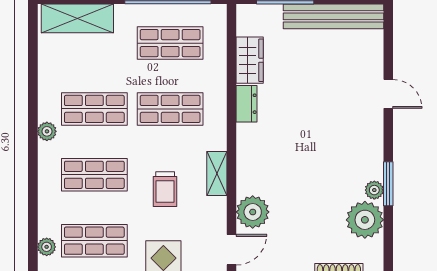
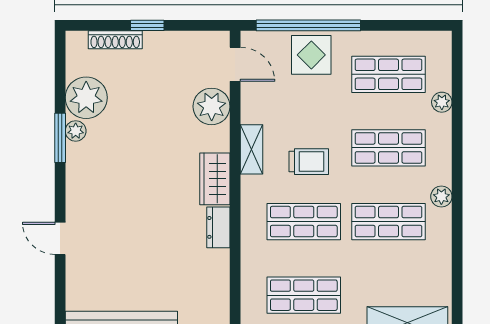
wardrobe: (250, 60) -> (215, 179), moved
trolley: (165, 189) -> (309, 162), moved, turned 90
plant: (47, 247) -> (442, 102), moved
door: (232, 250) -> (235, 64), swing flipped

